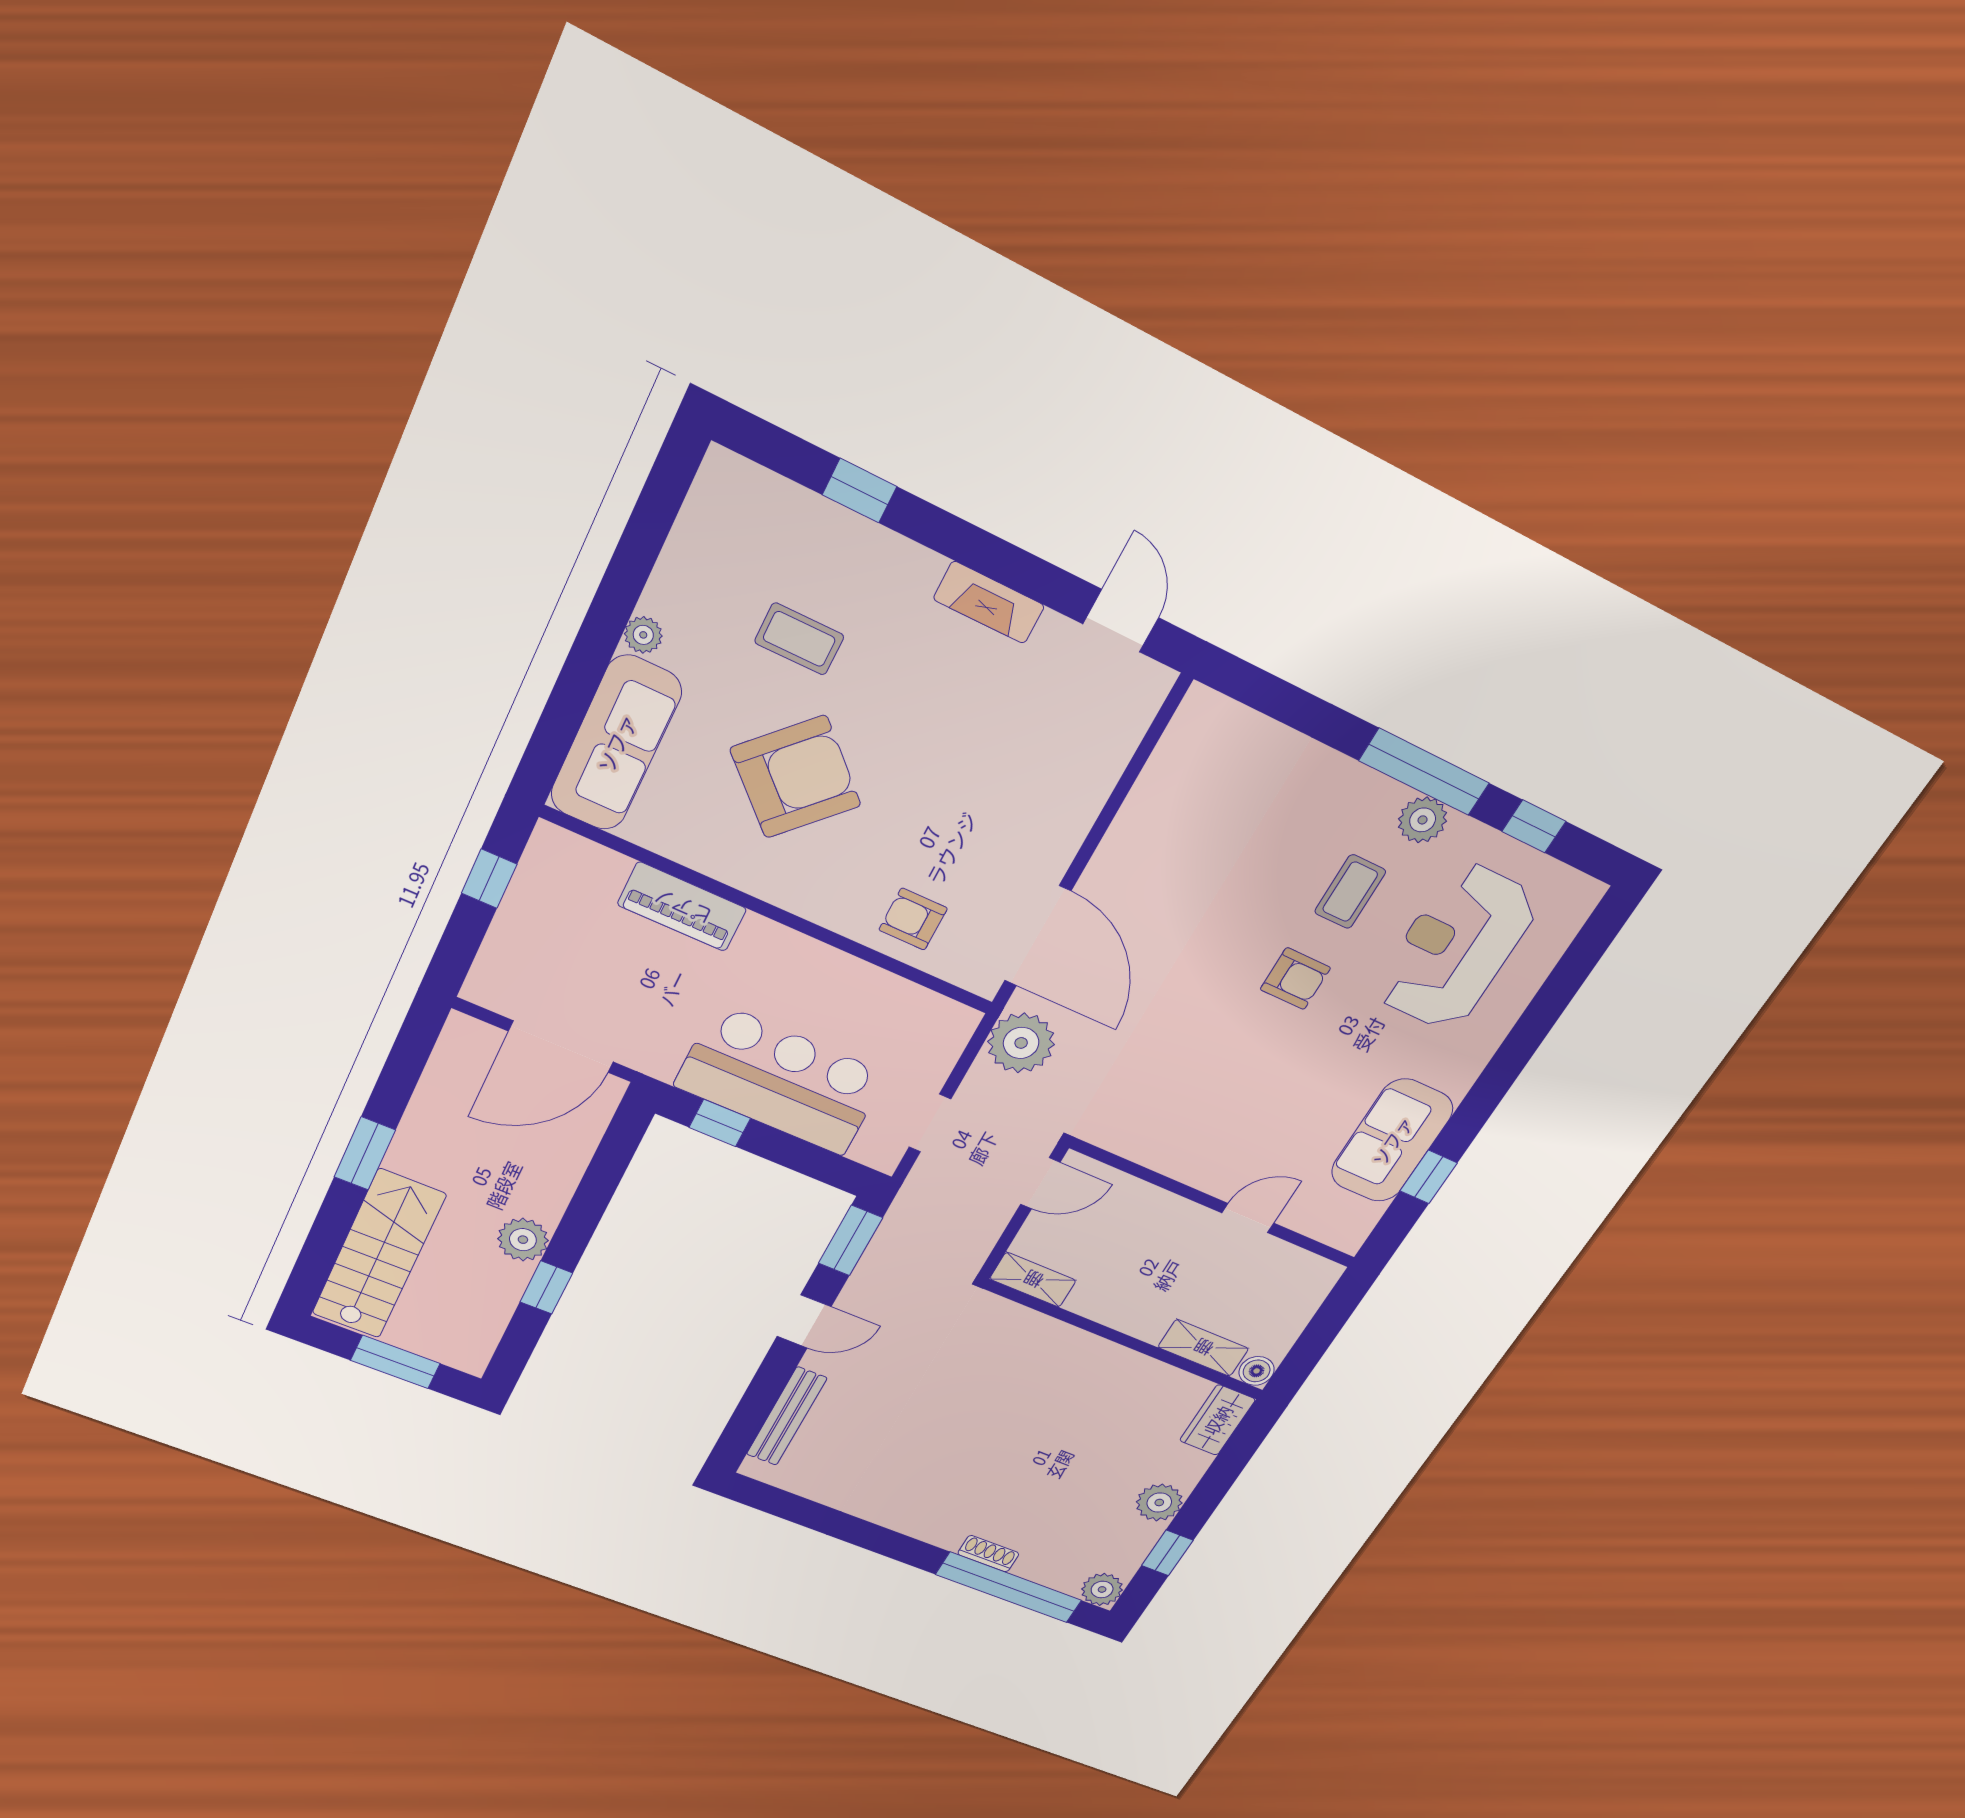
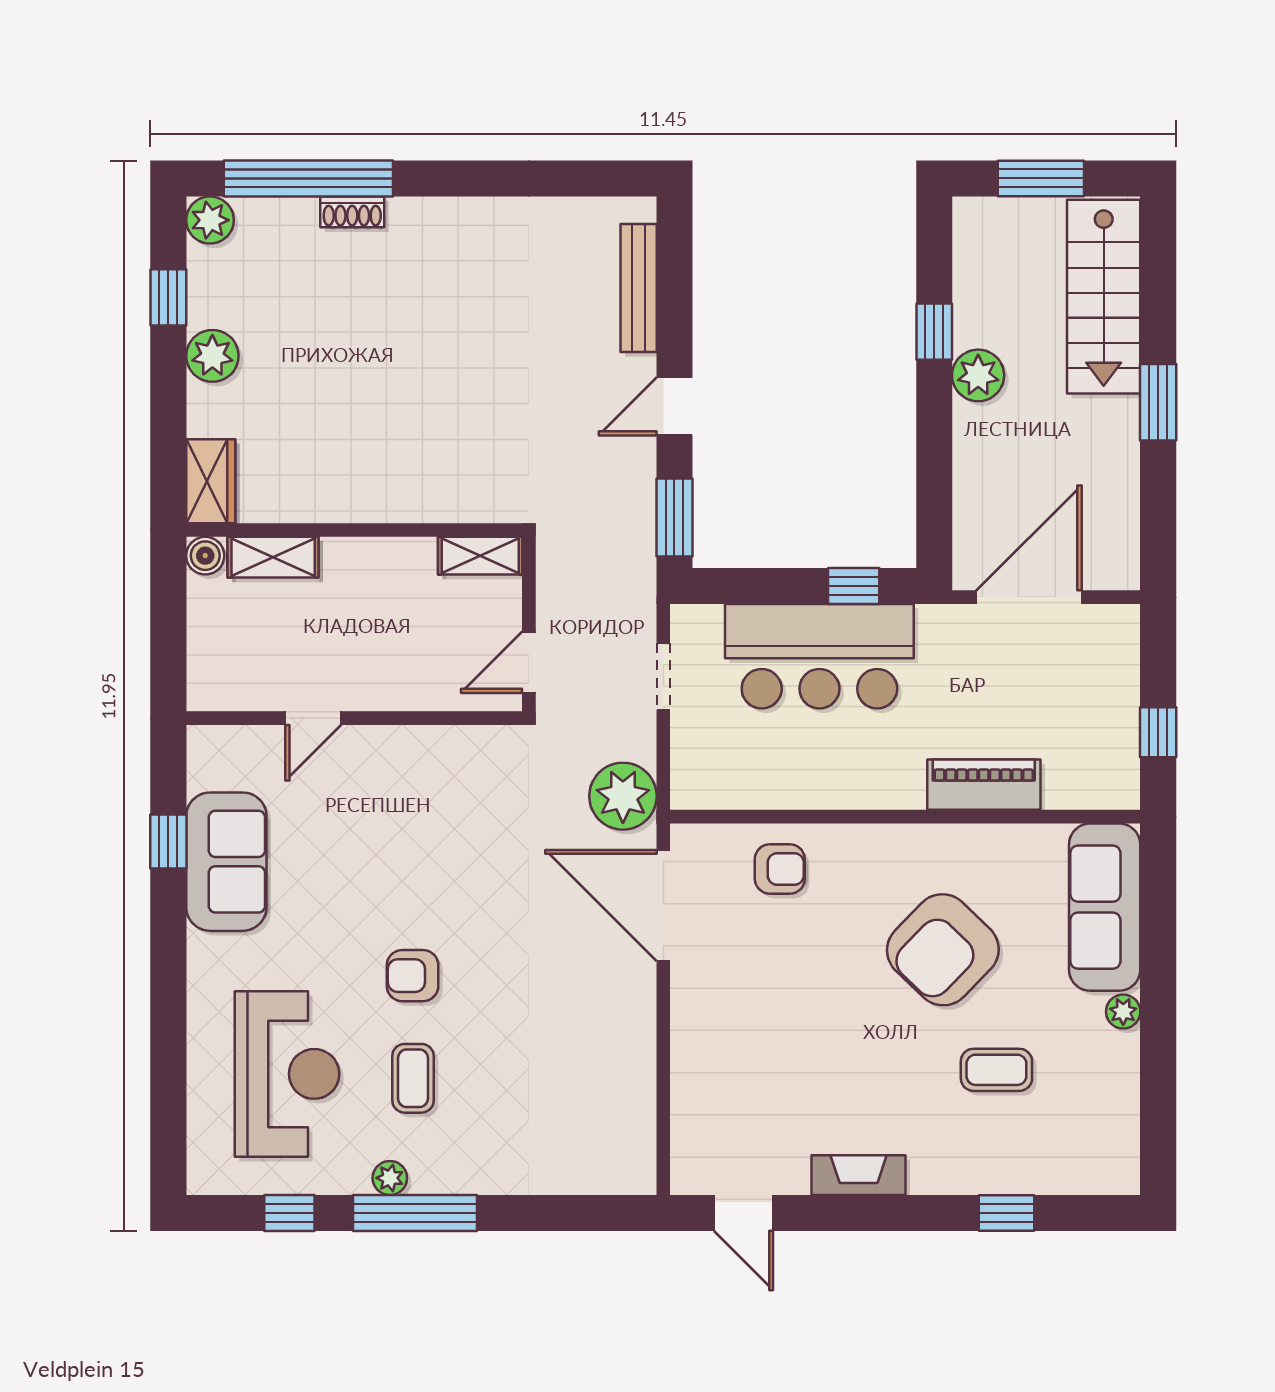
plant: (1423, 820) -> (390, 1178), width x0.73, depth x0.73

